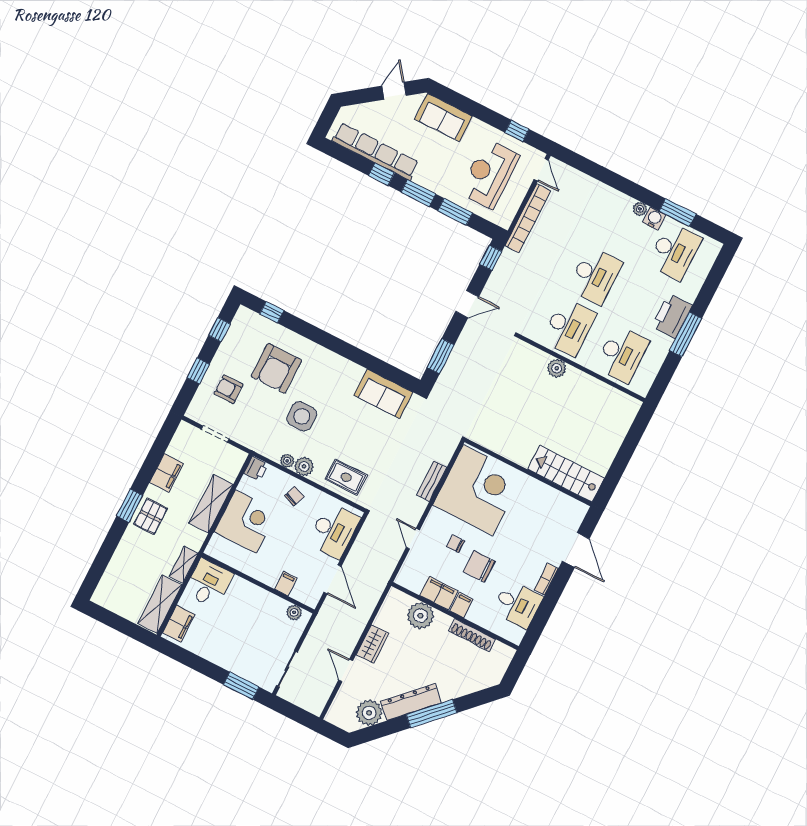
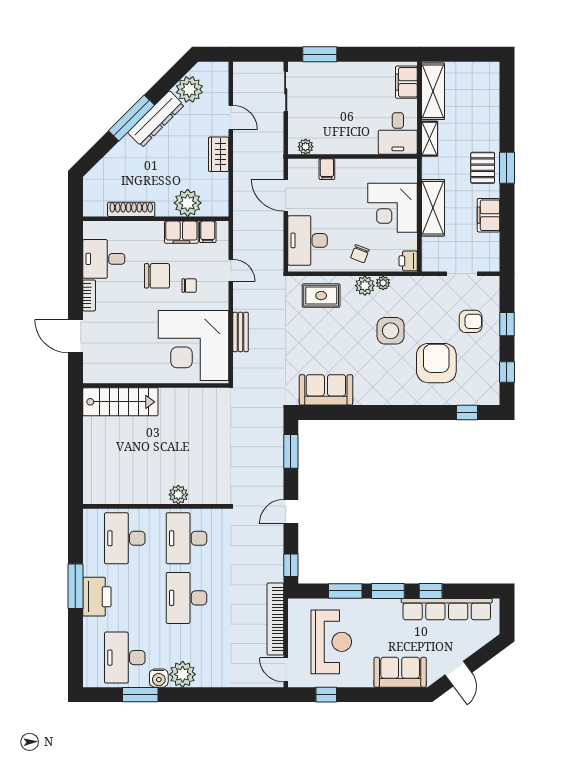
plant: (640, 209) -> (183, 674), width x1.88, depth x1.88
filing cabinet: (461, 605) -> (208, 232), moved

